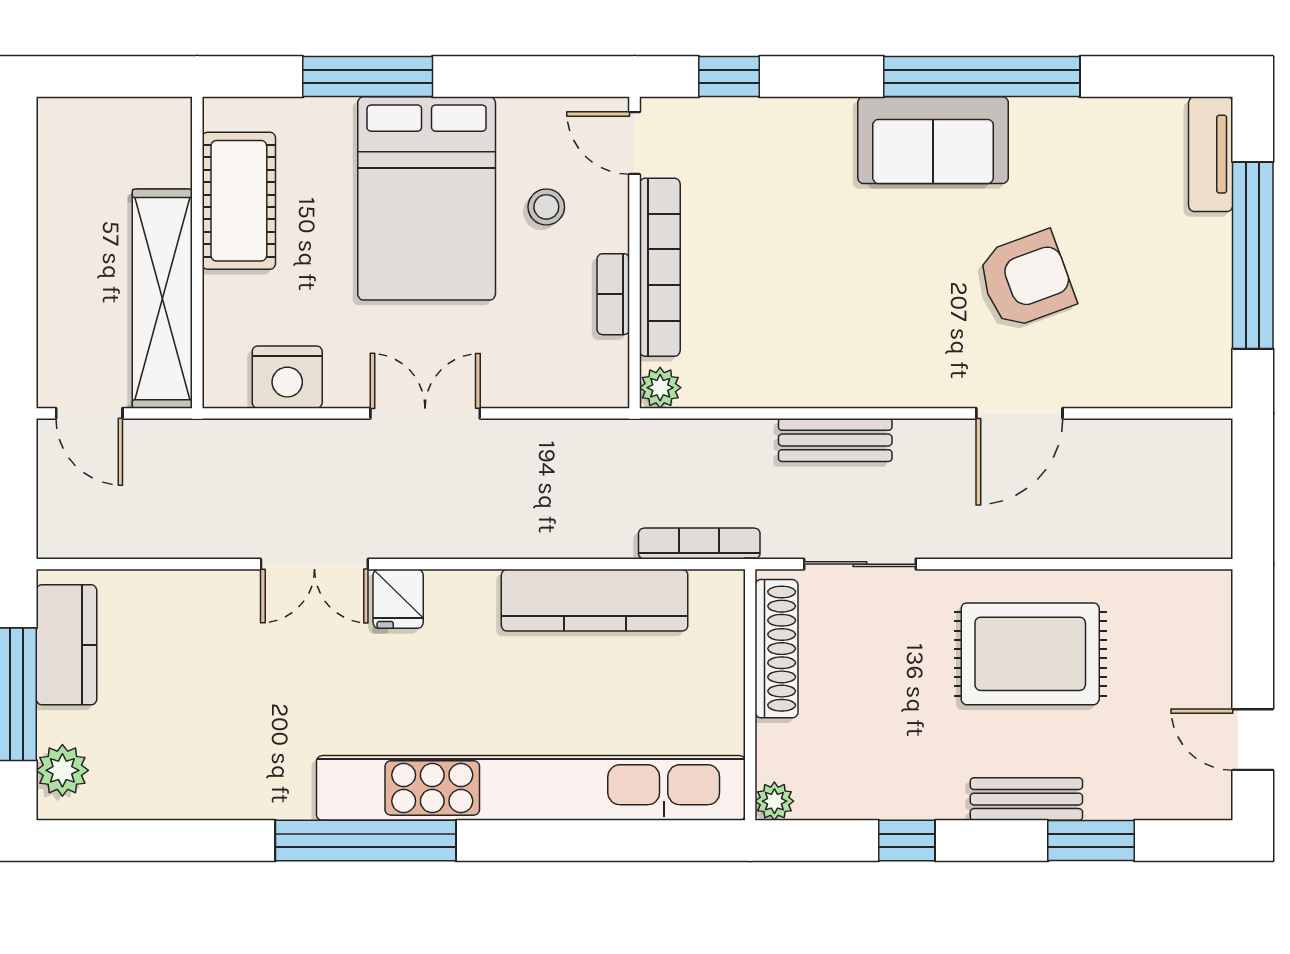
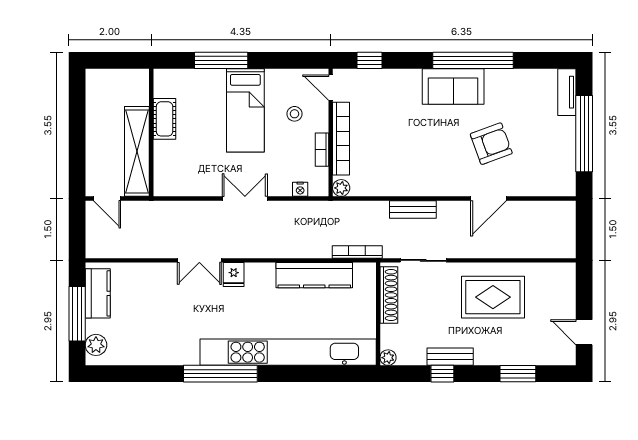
bed: (427, 198) -> (245, 110), width x0.67
cot: (239, 201) -> (165, 119), width x0.73, depth x0.75
nightstand: (287, 377) -> (300, 189), moved, width x0.53, depth x0.56
bench: (1026, 799) -> (450, 357), moved

